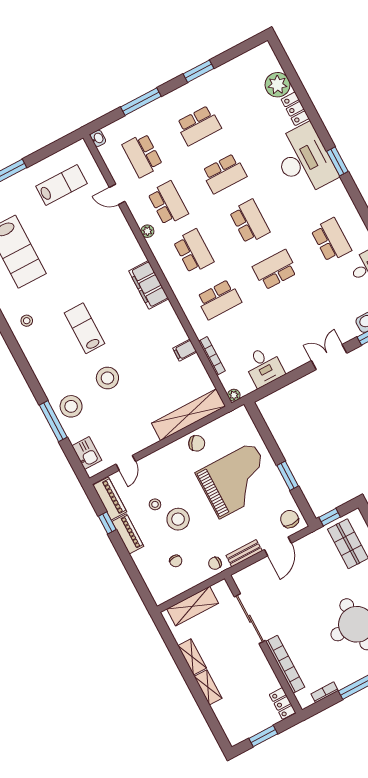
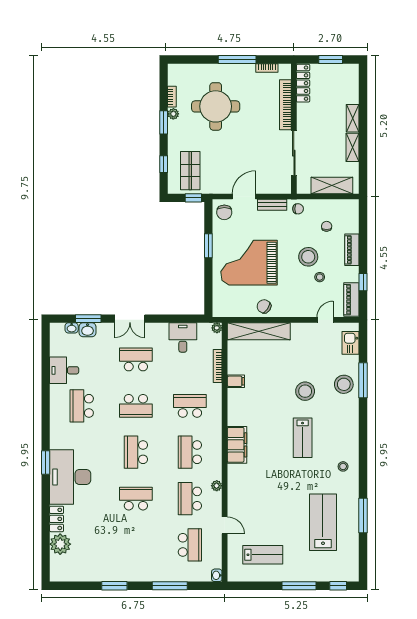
school desk: (199, 125) -> (136, 359), moved
lab bench: (62, 185) -> (263, 555), turned 180
piano: (128, 534) -> (352, 250), moved
locker: (283, 703) -> (303, 83), width x1.53

